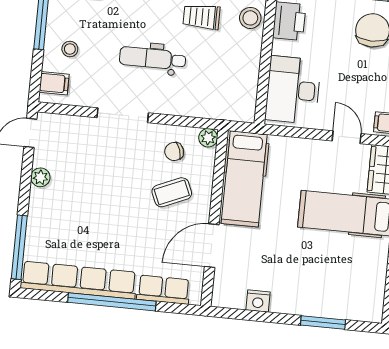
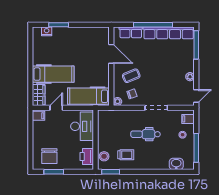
dental chair: (153, 58) -> (146, 134), turned 180
door: (347, 137) -> (56, 108), swing flipped
hospital bed: (244, 179) -> (88, 96), moved, turned -90
door: (212, 246) -> (111, 54), hinge flipped
nightstand: (258, 301) -> (47, 31), moved

